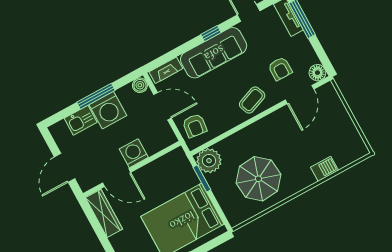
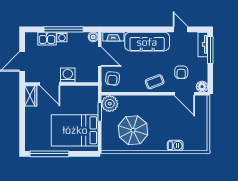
window: (211, 33) -> (152, 29), removed
door: (300, 94) -> (184, 94), hinge flipped
window: (96, 96) -> (64, 29), width x1.46
washing machine: (108, 110) -> (62, 37), width x0.53, depth x0.53
wardrobe: (104, 213) -> (31, 96), width x0.67

